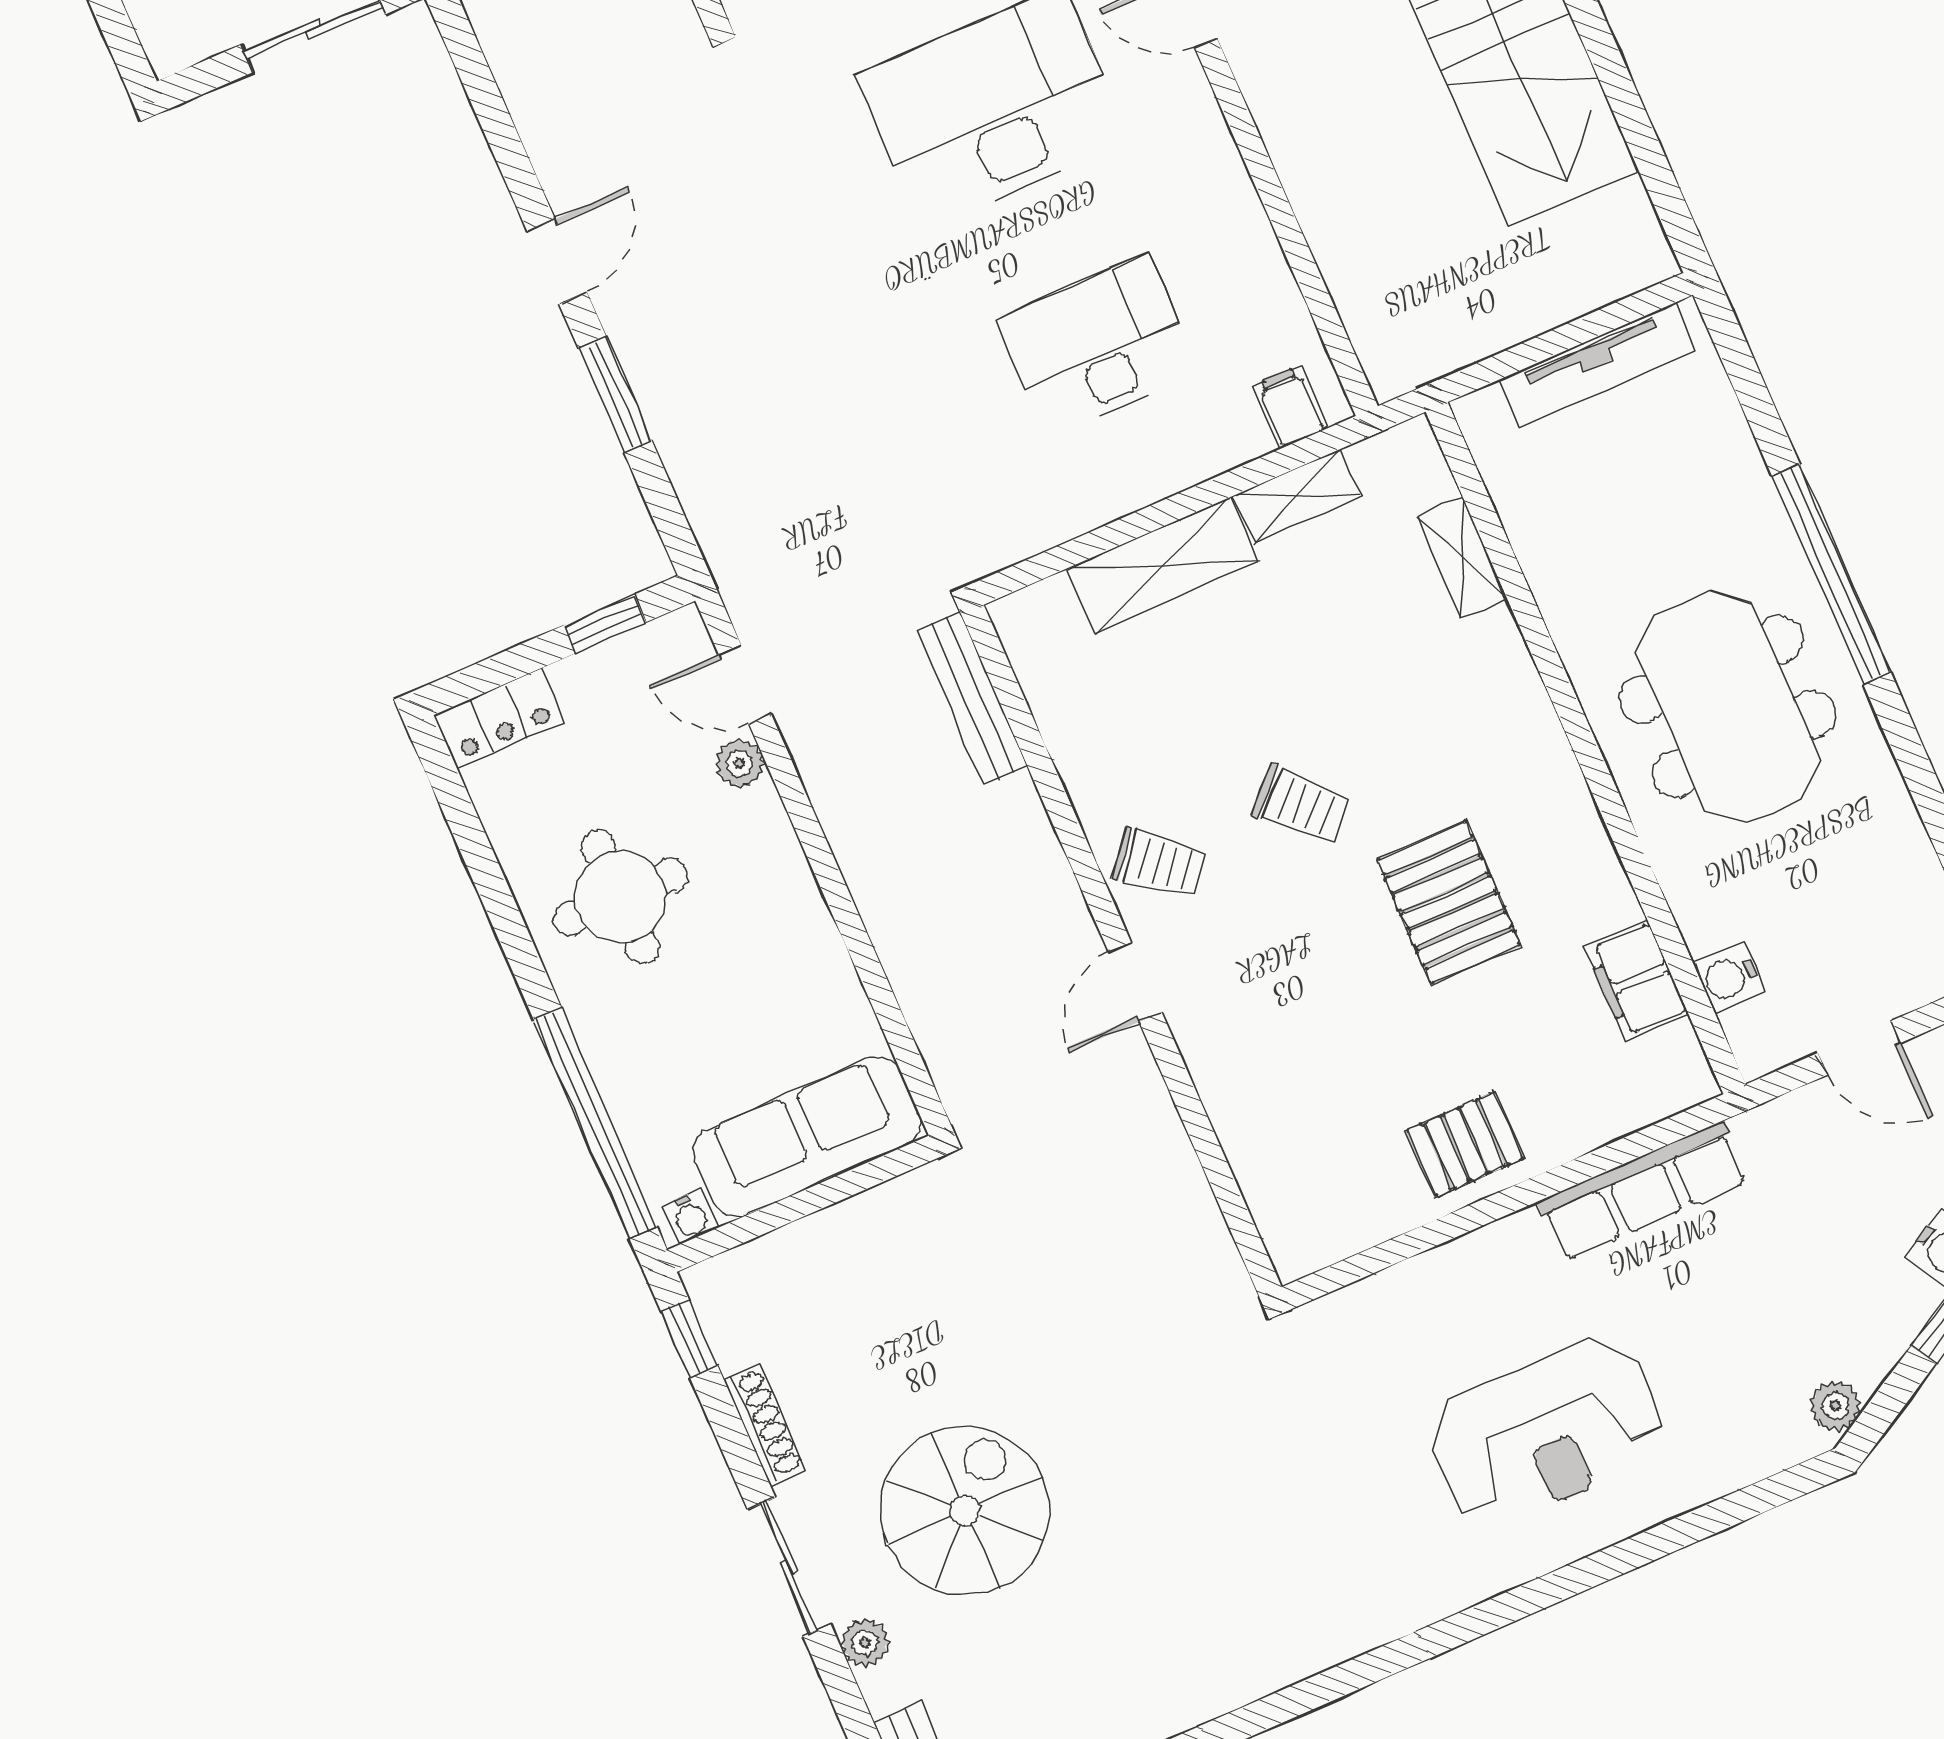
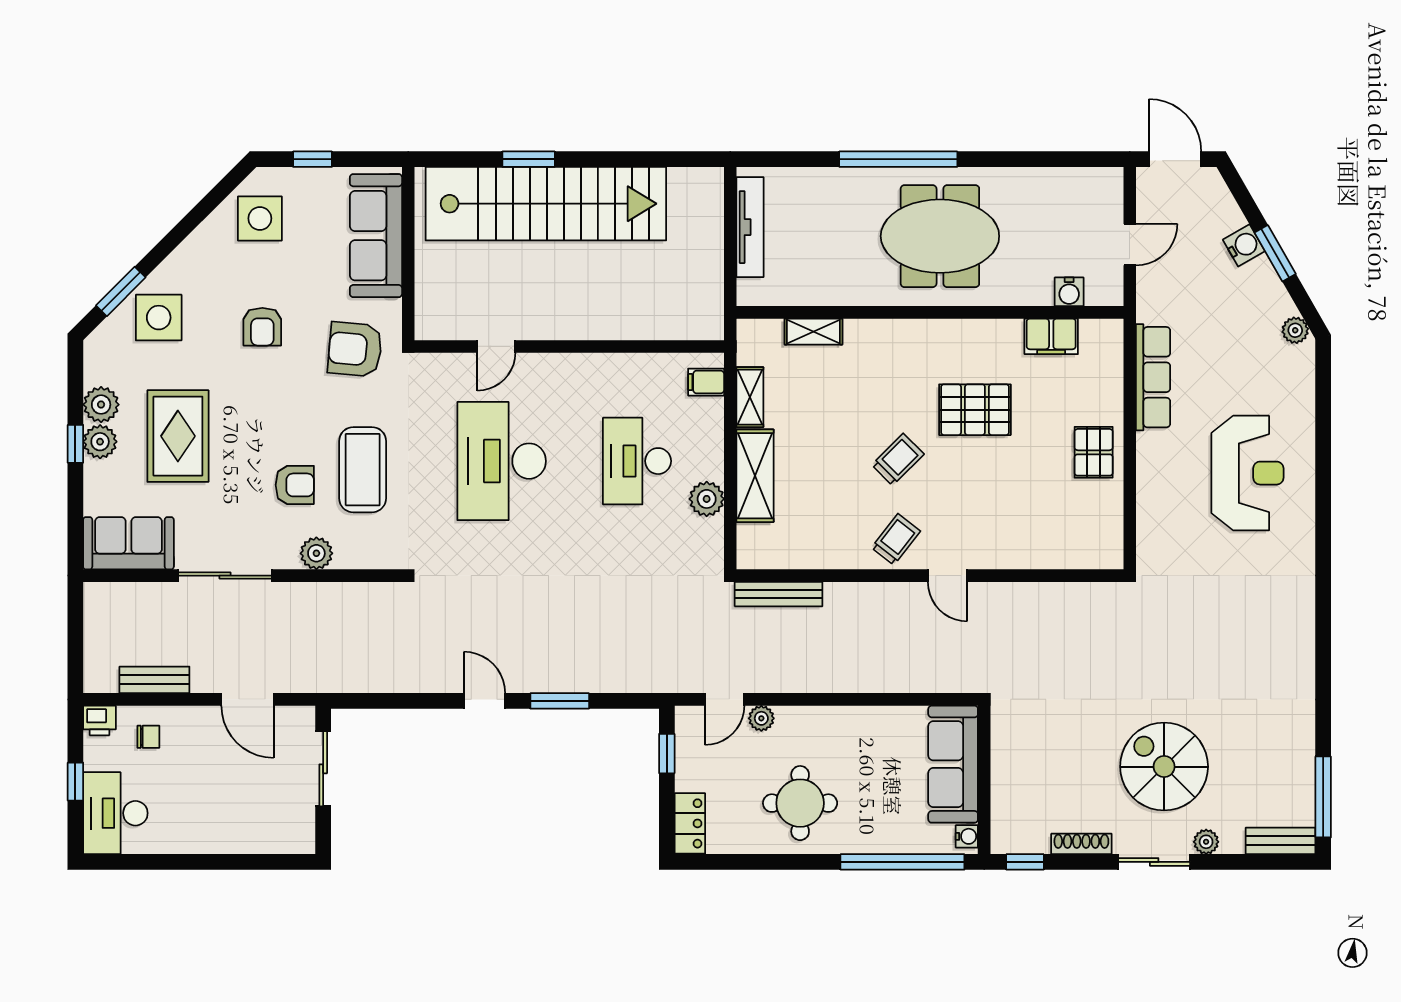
plant: (1085, 498) -> (707, 499), added

